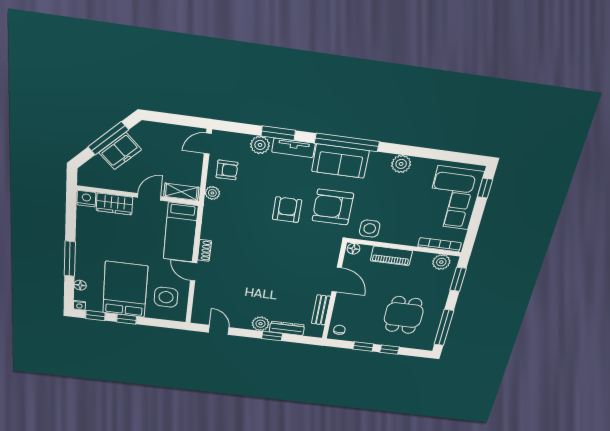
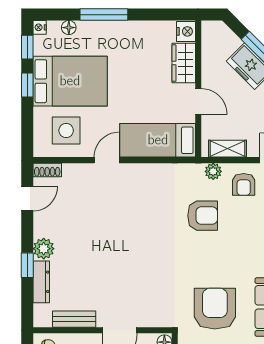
shelving: (181, 192) -> (228, 149), moved, turned 90
armchair: (287, 210) -> (203, 216), moved
shoe rack: (204, 250) -> (47, 170), moved

